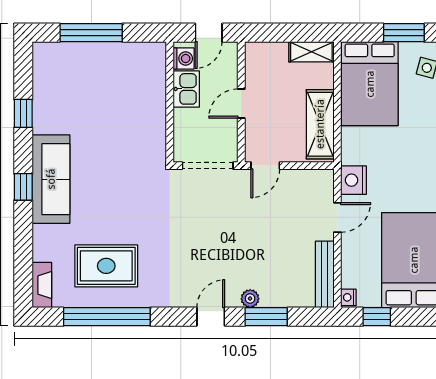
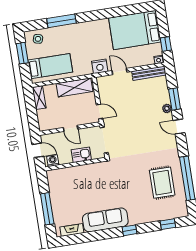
bed: (370, 84) -> (50, 66), width x0.67
kitchen sink: (186, 89) -> (81, 155), moved
window: (23, 113) -> (168, 224), moved
sofa: (51, 179) -> (105, 220), moved
fireplace: (42, 285) -> (72, 230), moved

